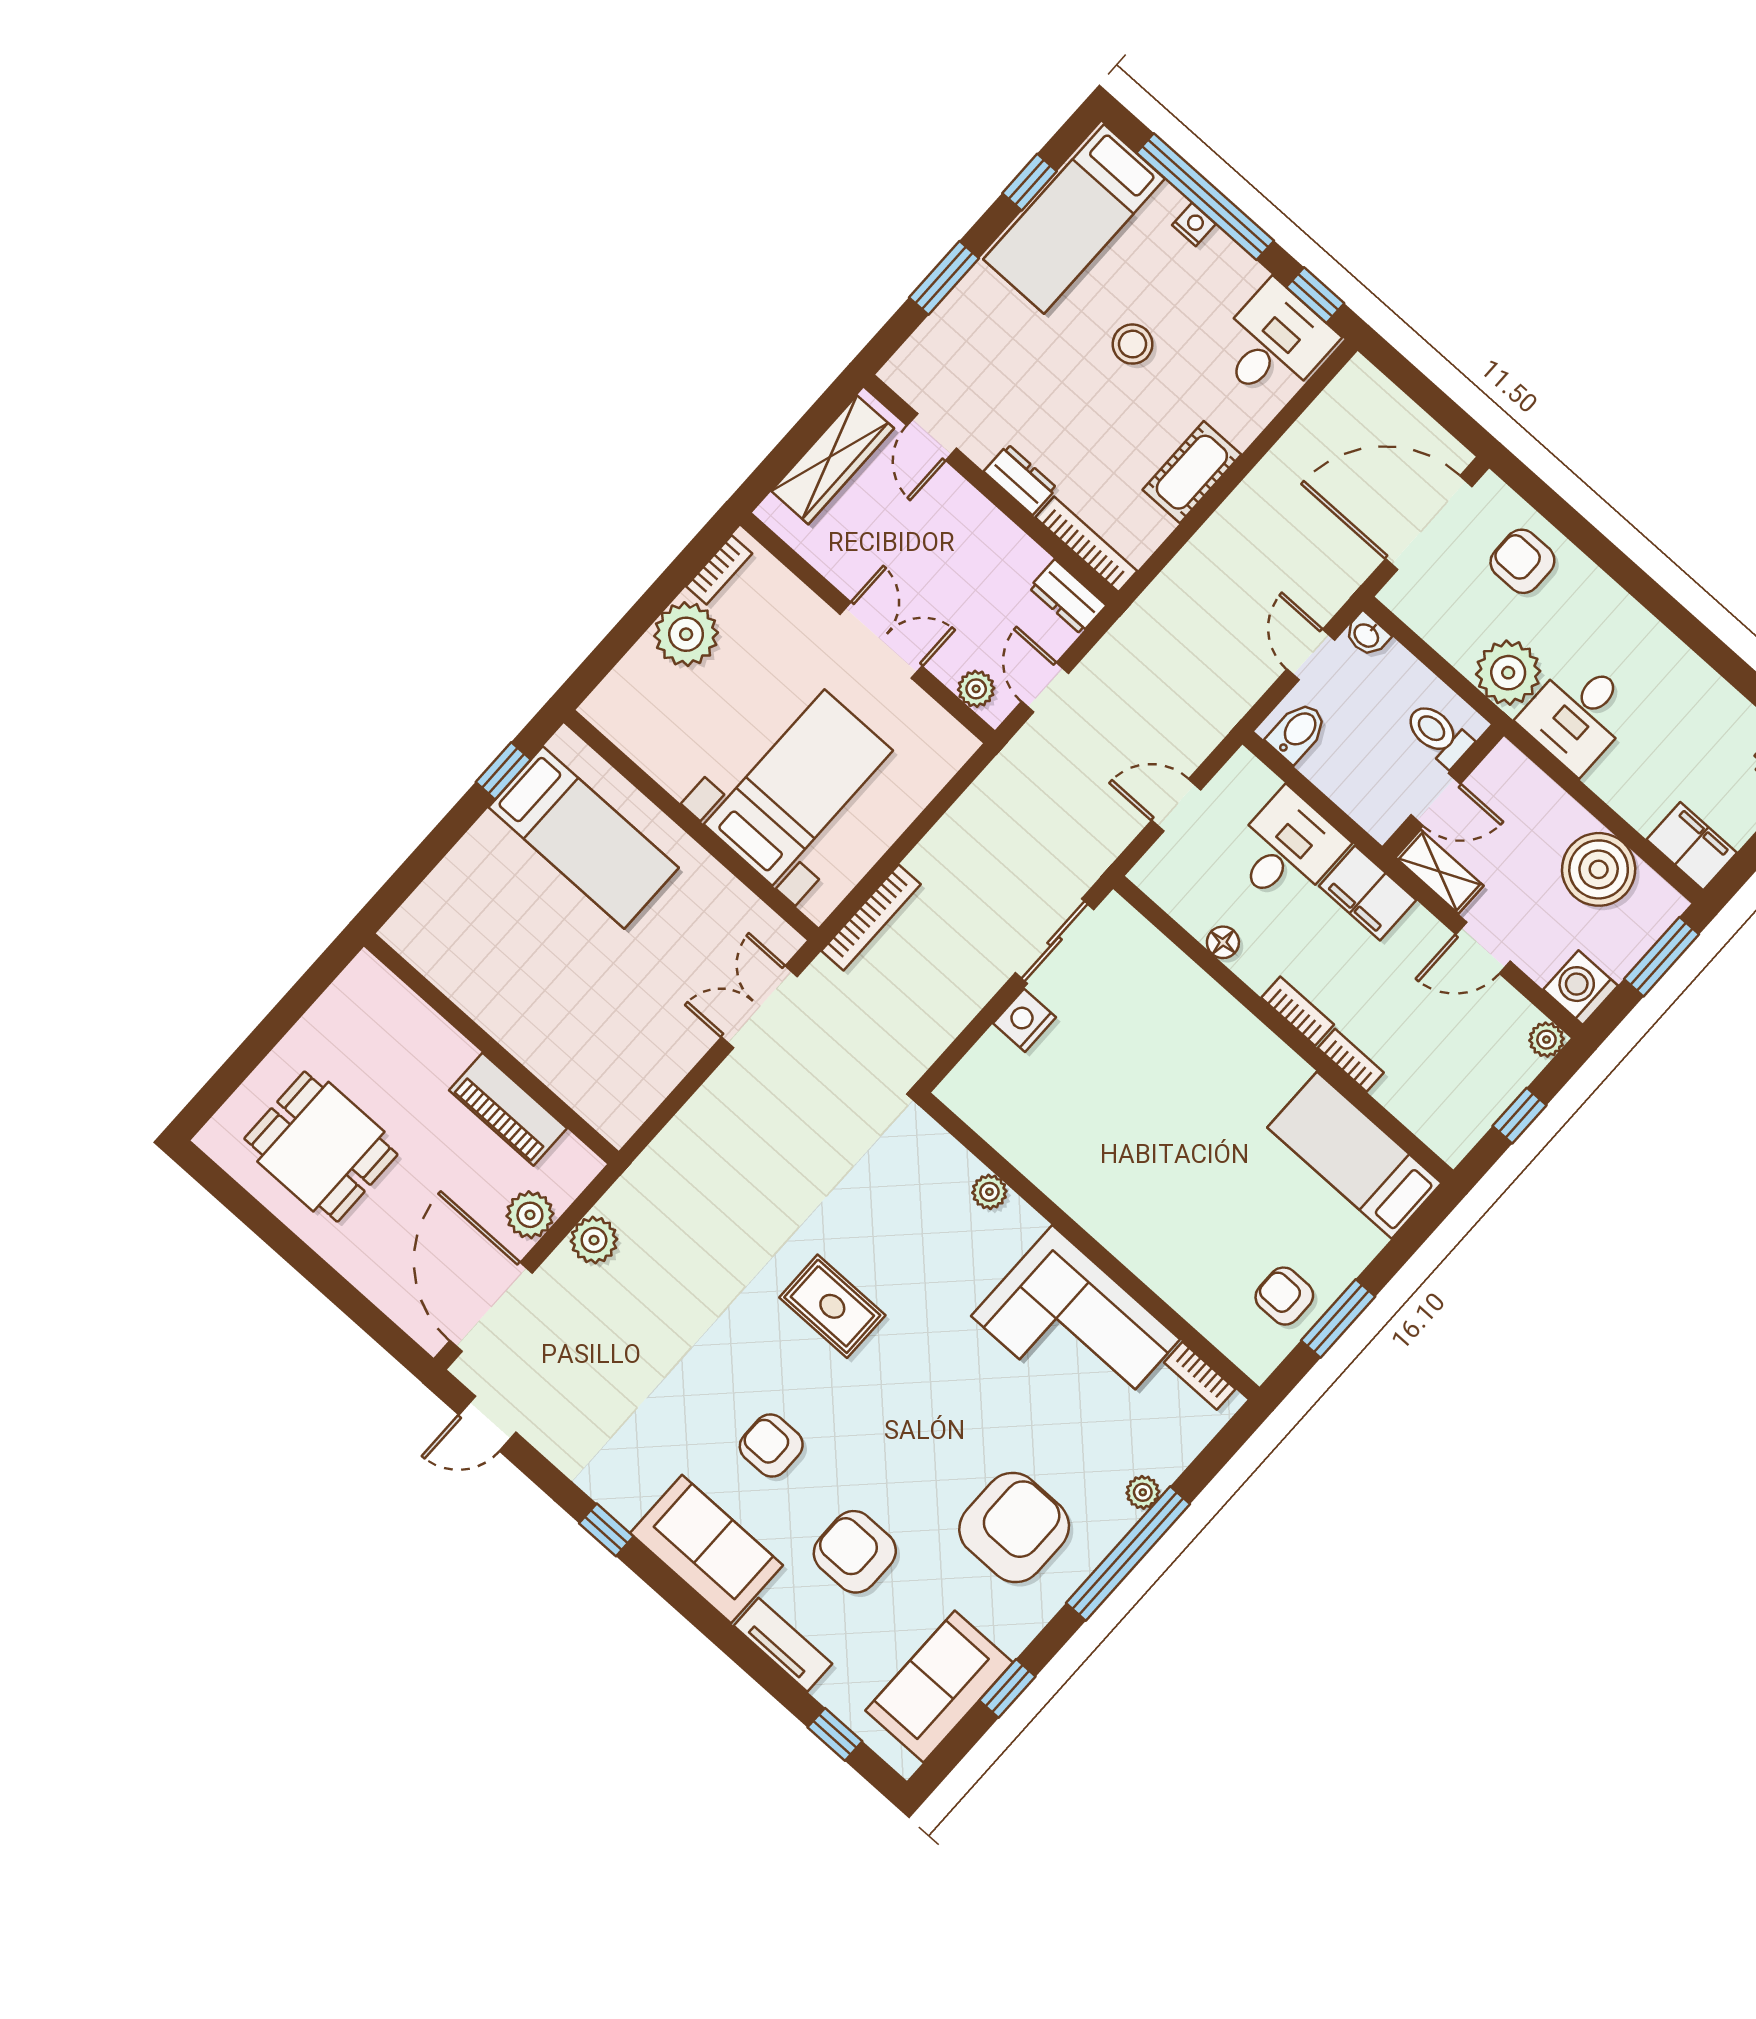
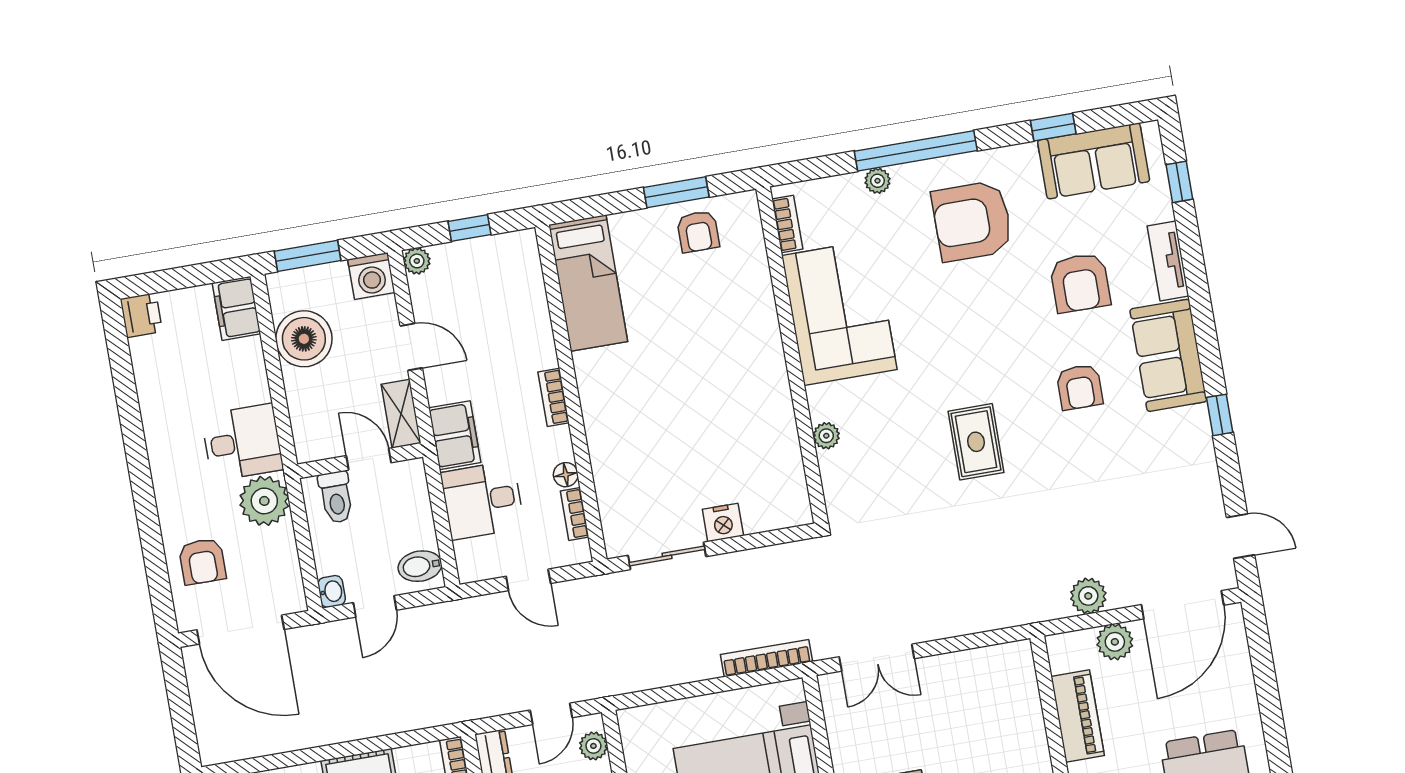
bookcase: (1351, 1060) -> (575, 514), moved

